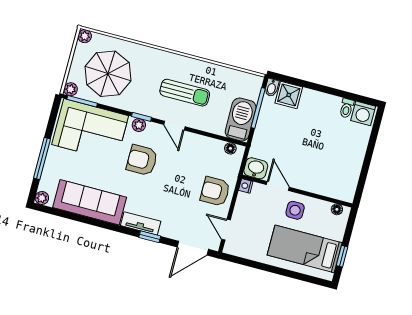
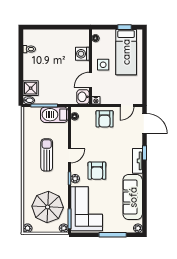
washing machine: (363, 113) -> (82, 54), moved, turned 180

